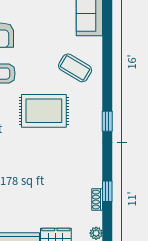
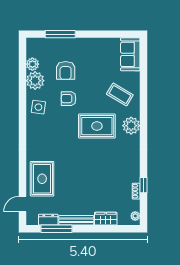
plant: (91, 110) -> (131, 126), added
window: (107, 121) -> (144, 134), removed

